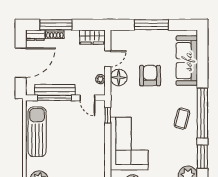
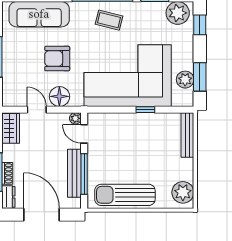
plant: (100, 79) -> (75, 118), moved
door: (88, 98) -> (84, 134), swing flipped
window: (108, 115) -> (145, 110), moved
corner sofa: (129, 144) -> (128, 76), width x1.36, depth x1.36

